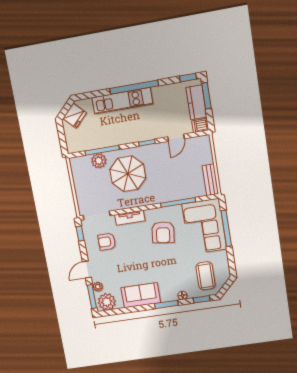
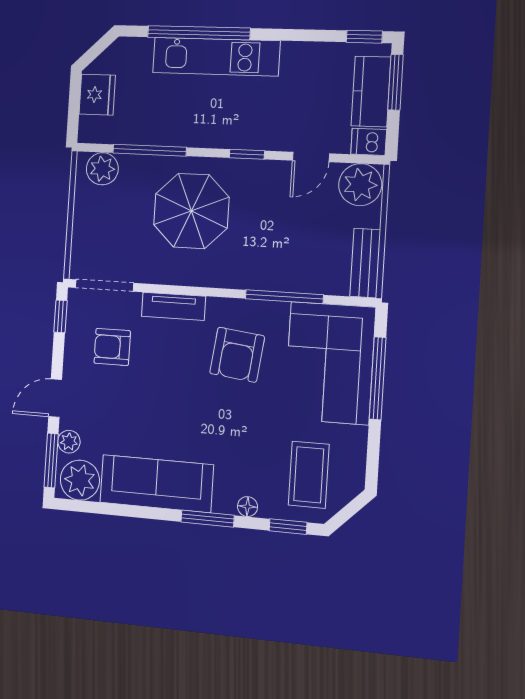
window: (134, 87) -> (199, 33), moved
fridge: (75, 116) -> (97, 95), moved, turned -45
plant: (201, 146) -> (360, 185), added
plant: (99, 161) -> (102, 169), moved
sofa: (141, 295) -> (157, 484), width x1.36

